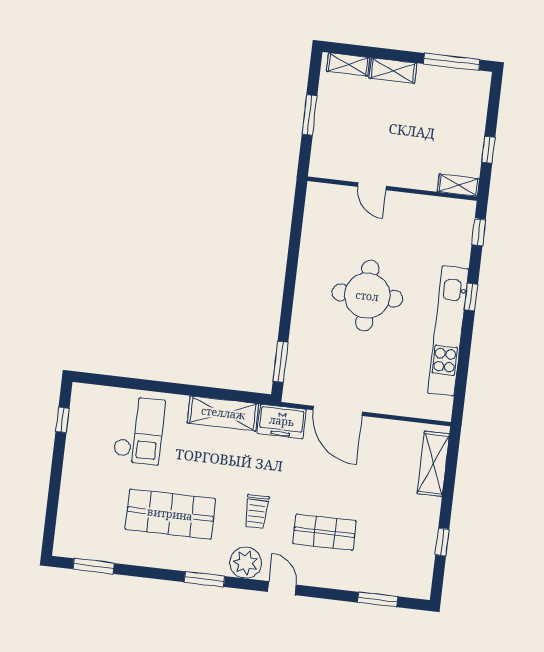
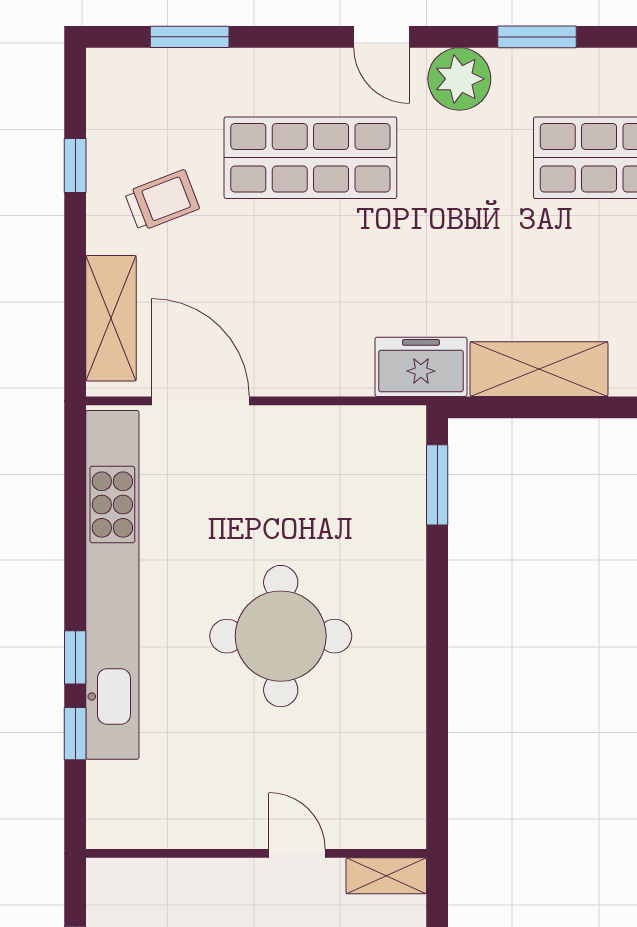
shelving: (458, 185) -> (386, 876), moved
window: (479, 232) -> (75, 734), moved
kitchen unit: (448, 331) -> (112, 585), width x1.36
door: (338, 411) -> (200, 401), moved
trolley: (257, 512) -> (162, 200), moved, turned 69
shop shelf: (325, 532) -> (310, 158), width x1.43, depth x1.36

